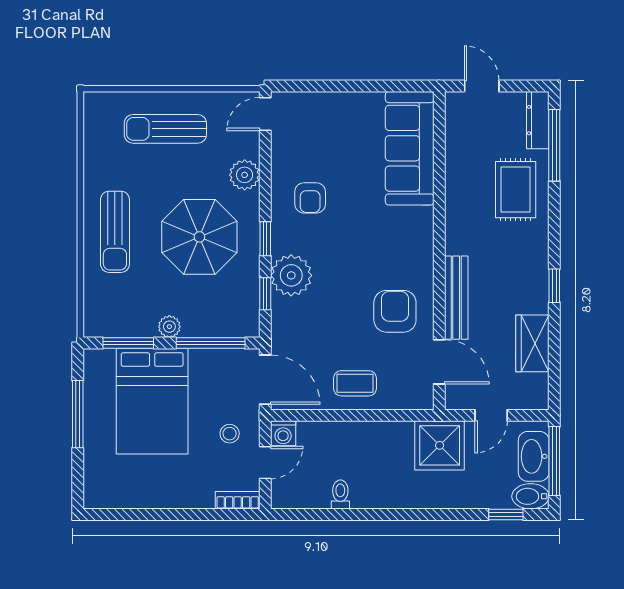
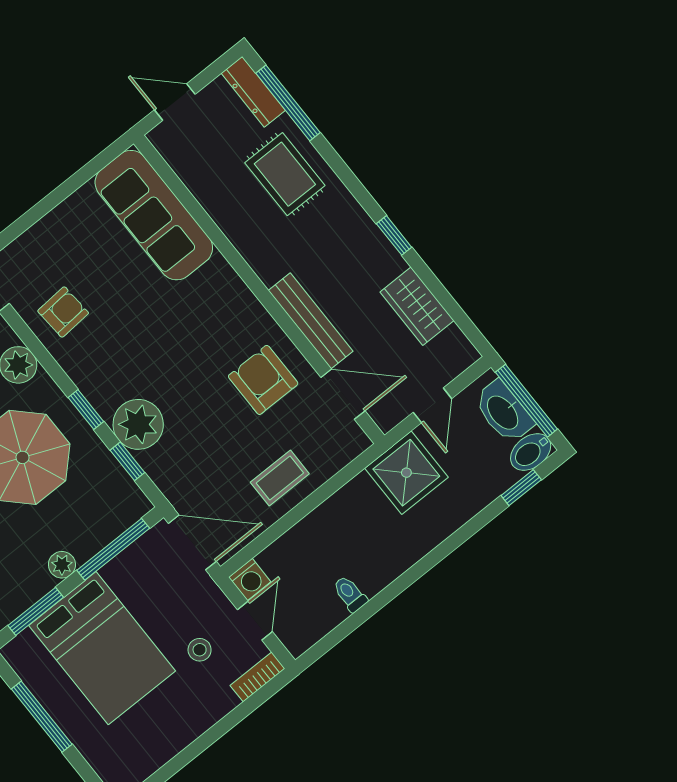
armchair: (310, 198) -> (63, 312), moved, turned -94
stool: (230, 434) -> (200, 650), moved

